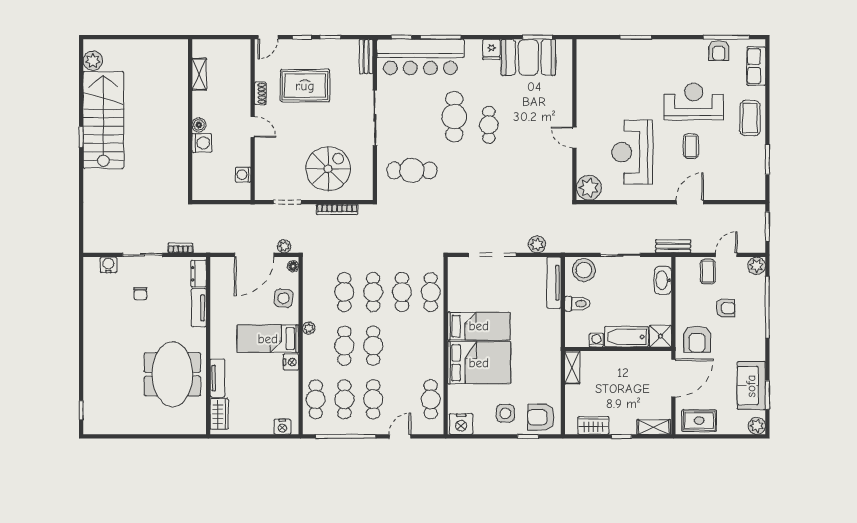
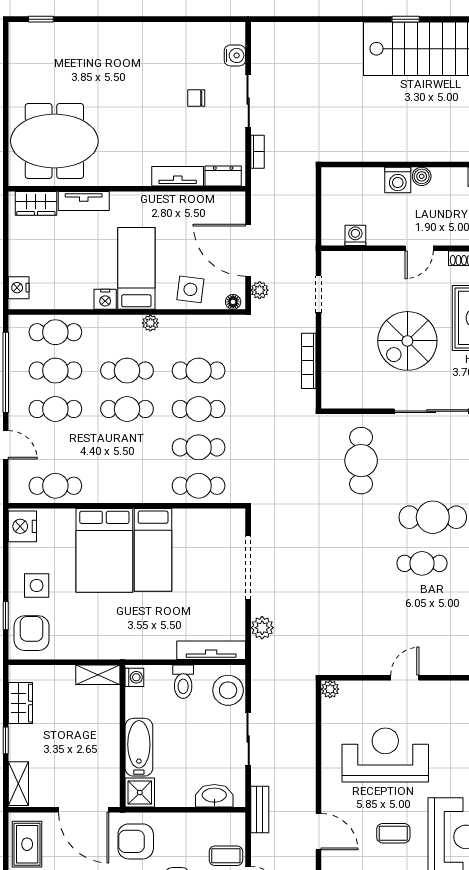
spiral stairs: (328, 169) -> (407, 341), moved, turned 90
plant: (589, 188) -> (330, 689), width x0.53, depth x0.53
washing machine: (596, 340) -> (134, 677), moved
meeting table: (172, 374) -> (54, 141), moved

